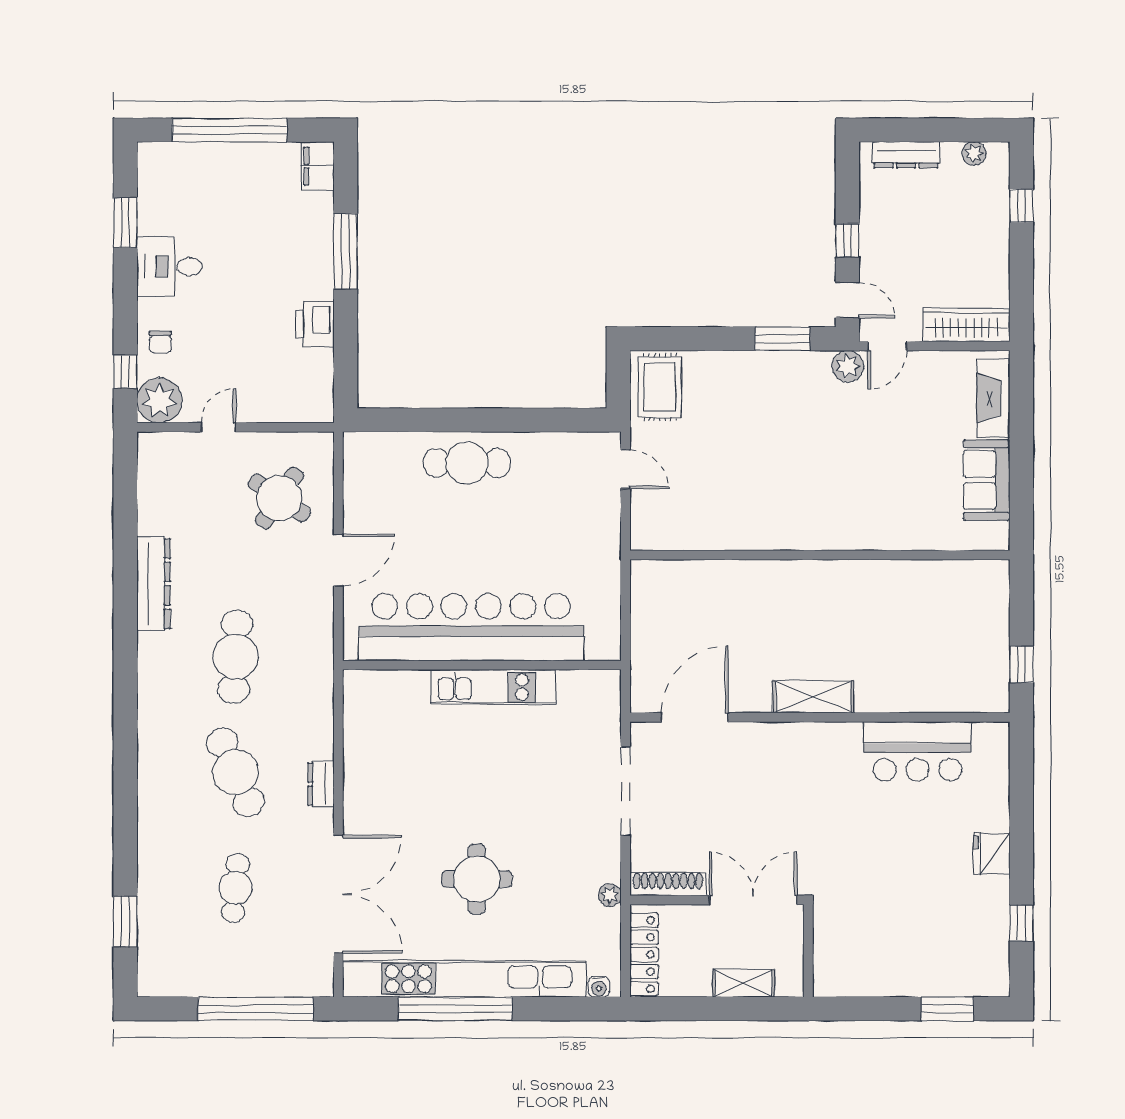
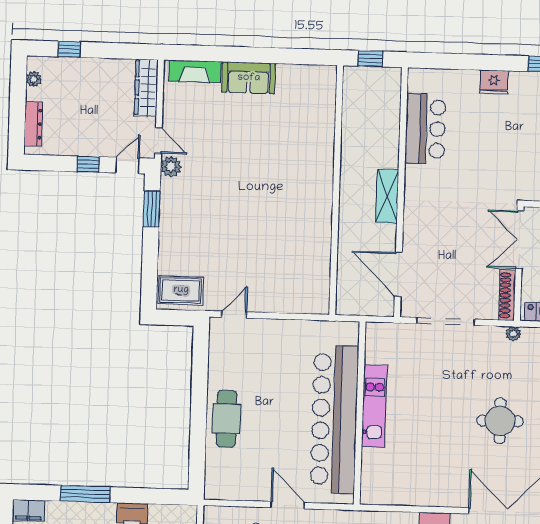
wall: (820, 555) -> (336, 190), moved

